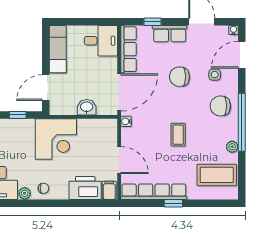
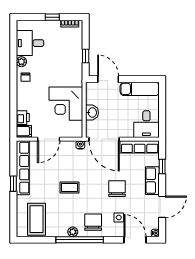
corner desk: (56, 139) -> (66, 104), moved
plant: (232, 147) -> (73, 232), moved
printer: (85, 188) -> (23, 118), width x0.53, depth x0.68

